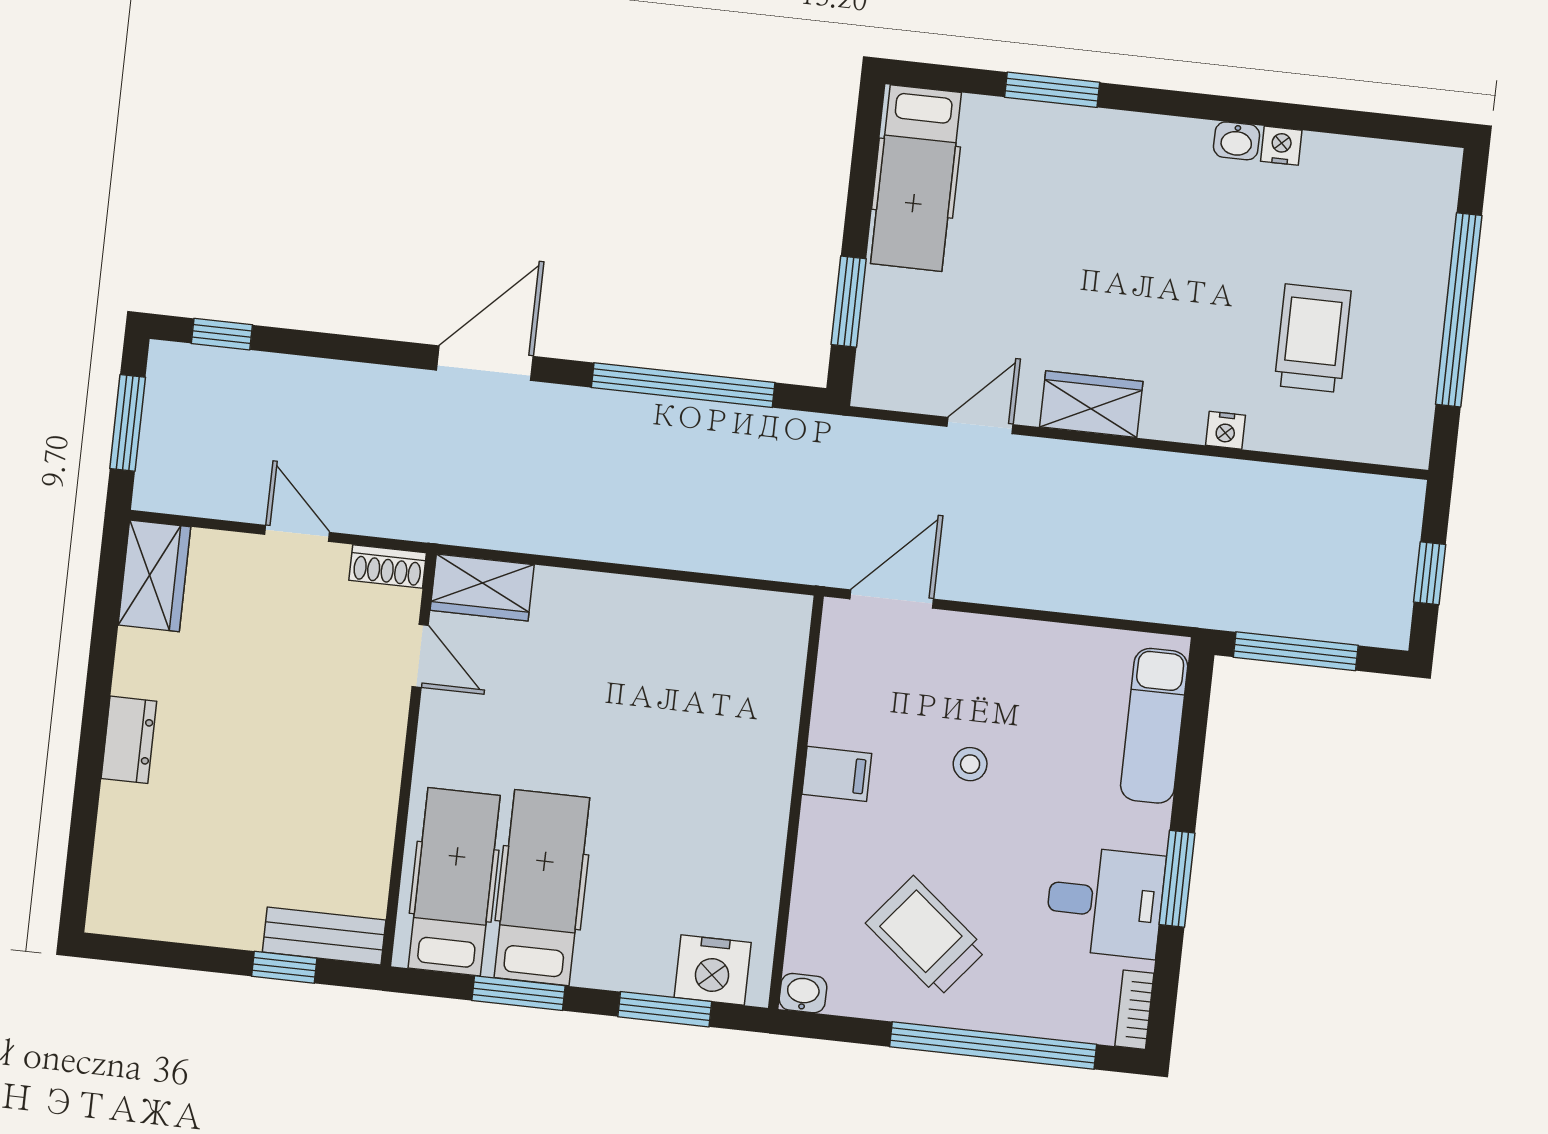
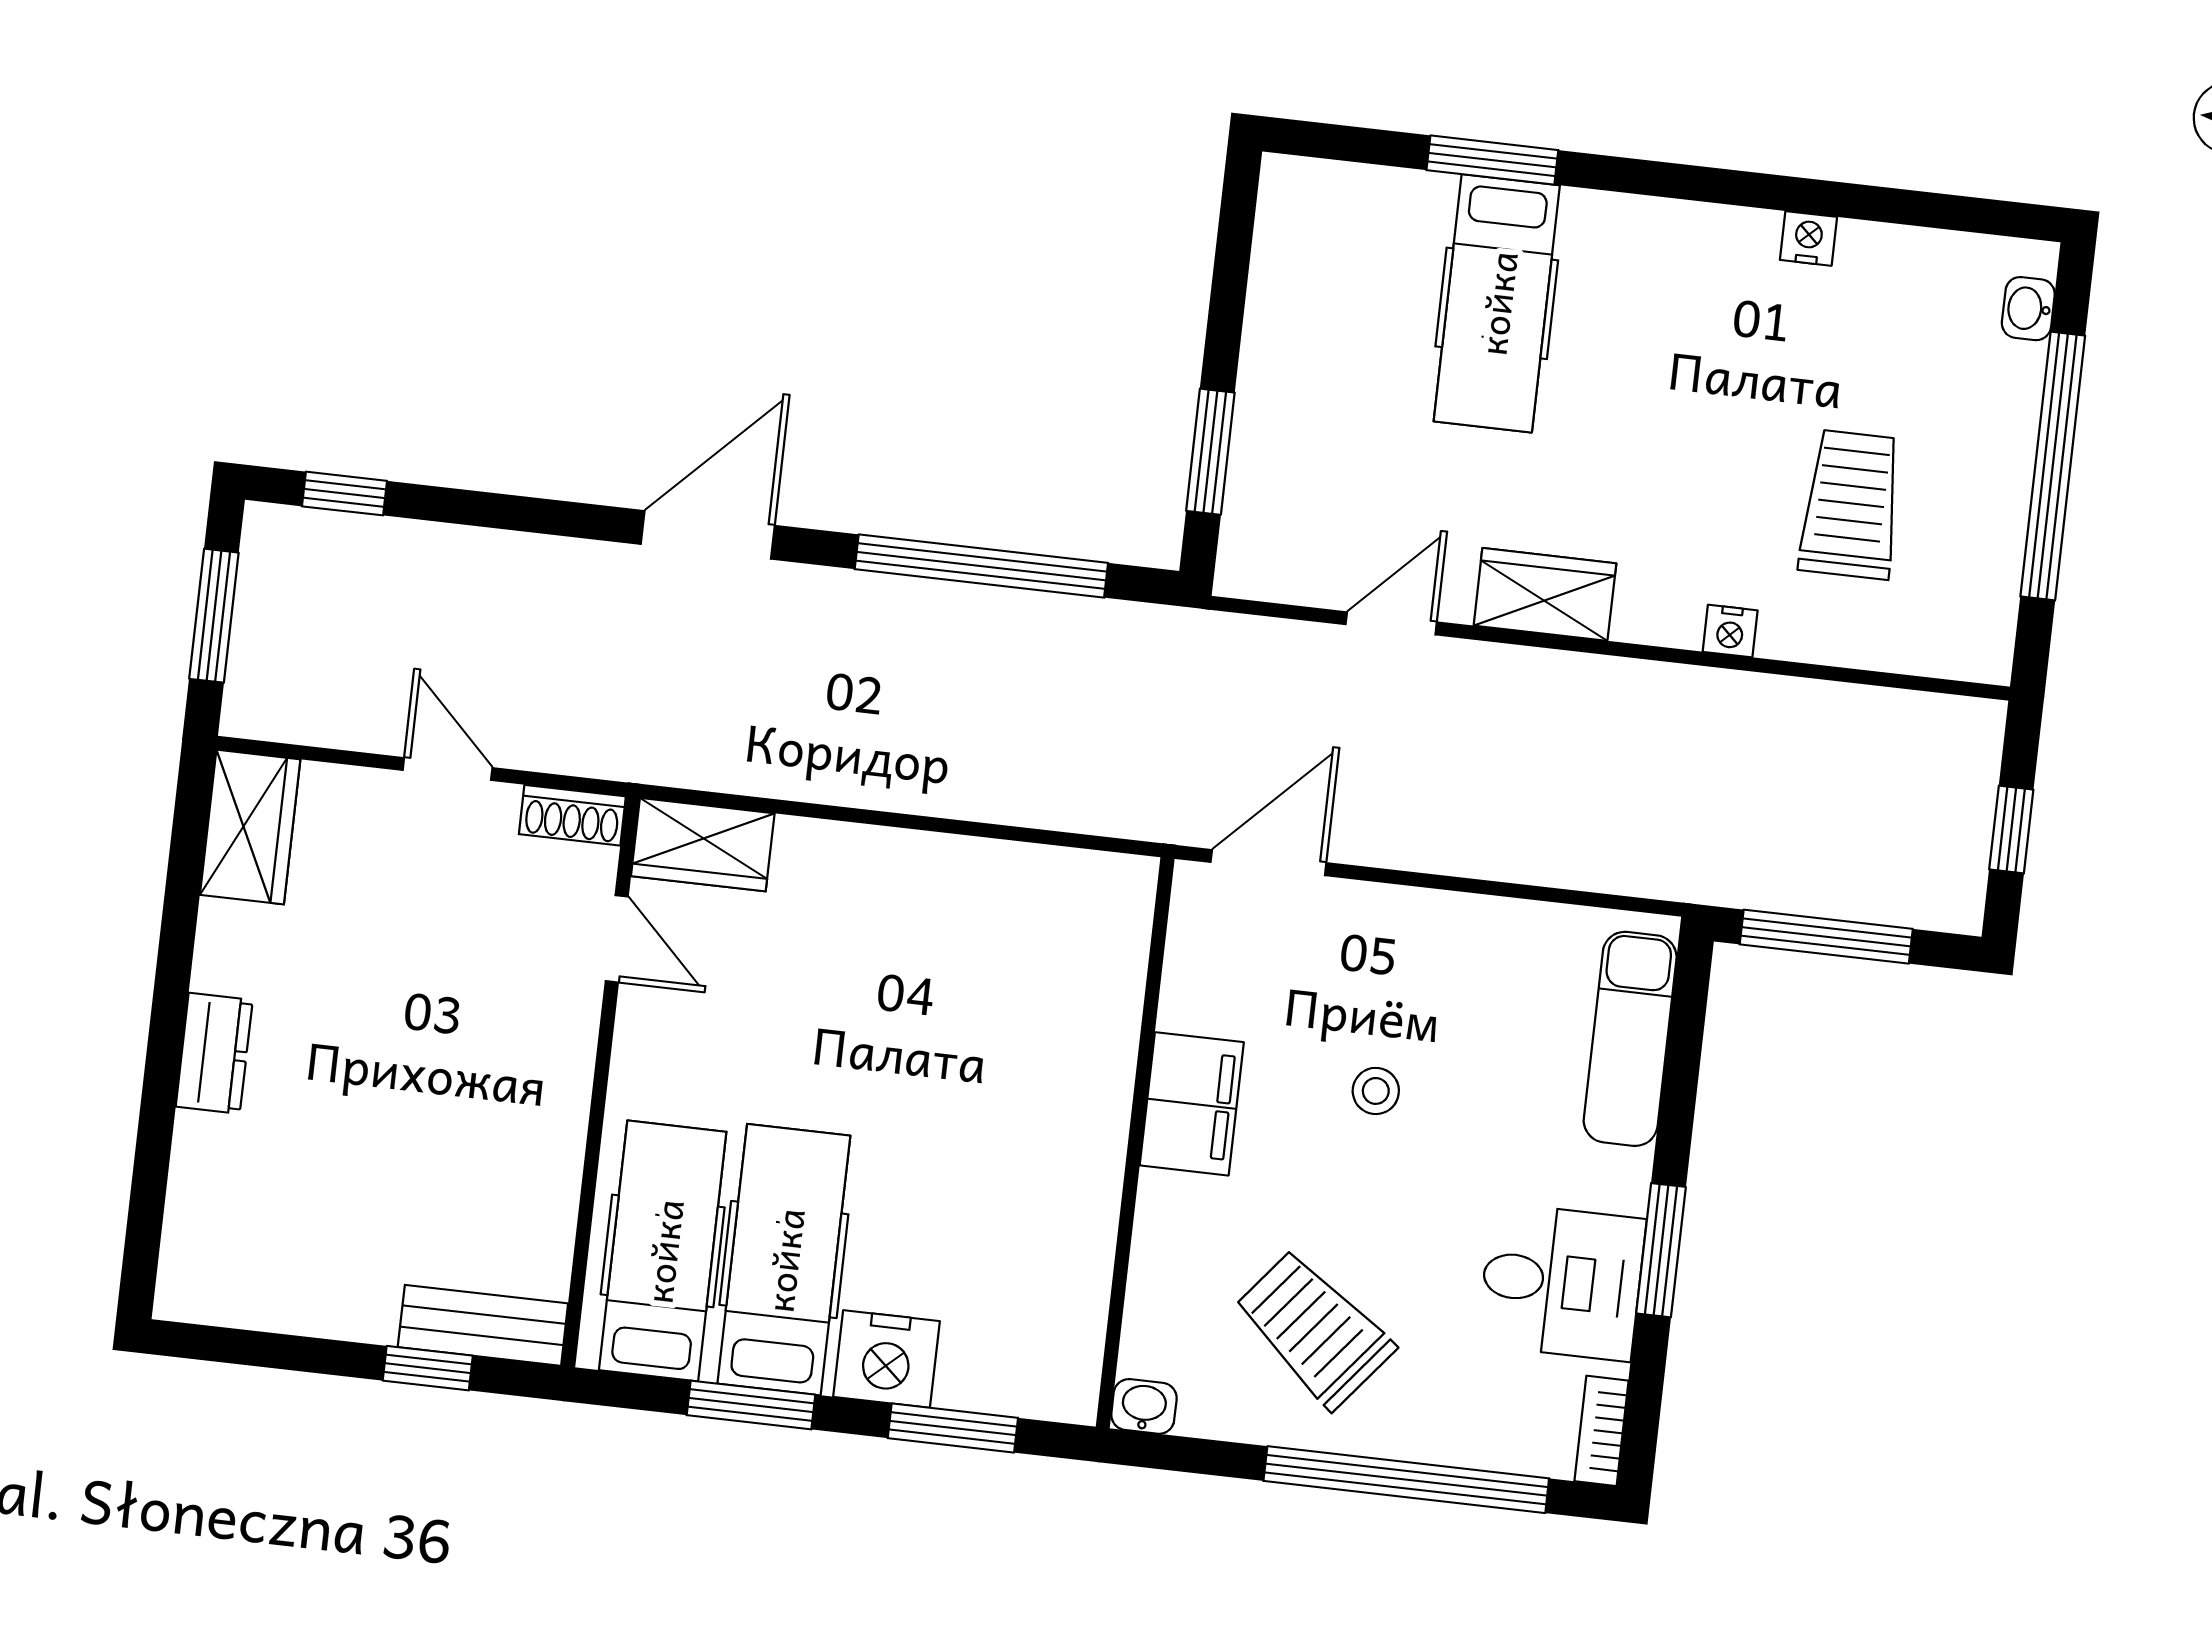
washbasin: (1236, 141) -> (2028, 309), moved, turned 90
hospital bed: (916, 178) -> (1497, 303), moved
filing cabinet: (837, 774) -> (1192, 1104), width x2.00
nightstand: (713, 970) -> (887, 1359), moved

